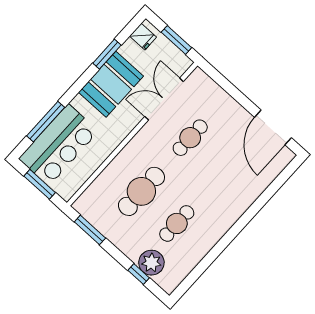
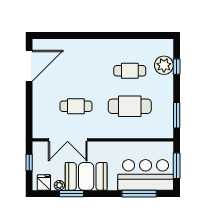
window: (176, 40) -> (29, 162), width x0.67
plant: (126, 49) -> (59, 185), added

